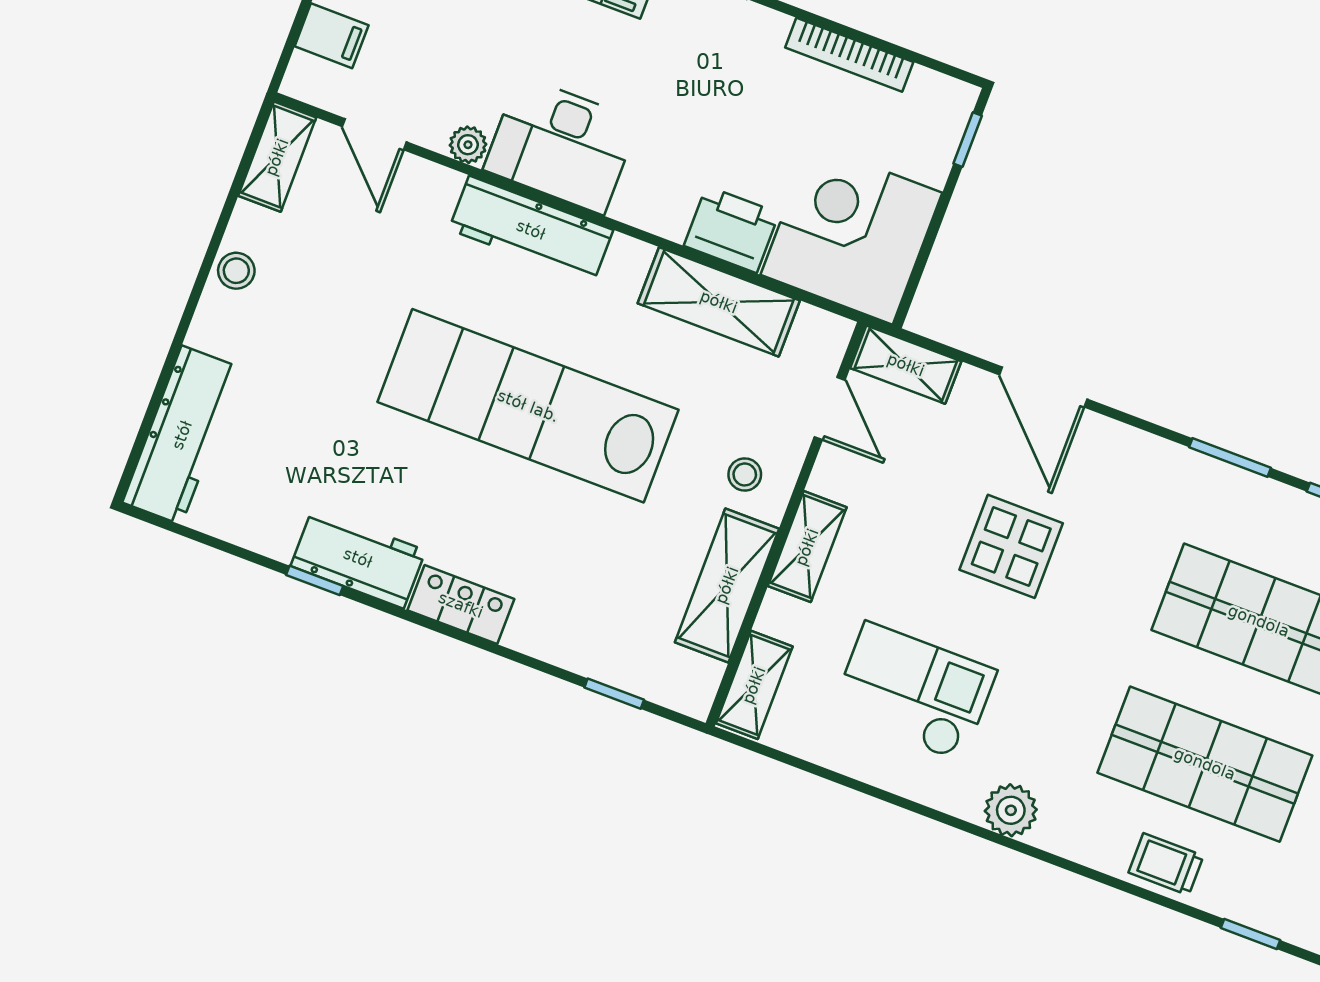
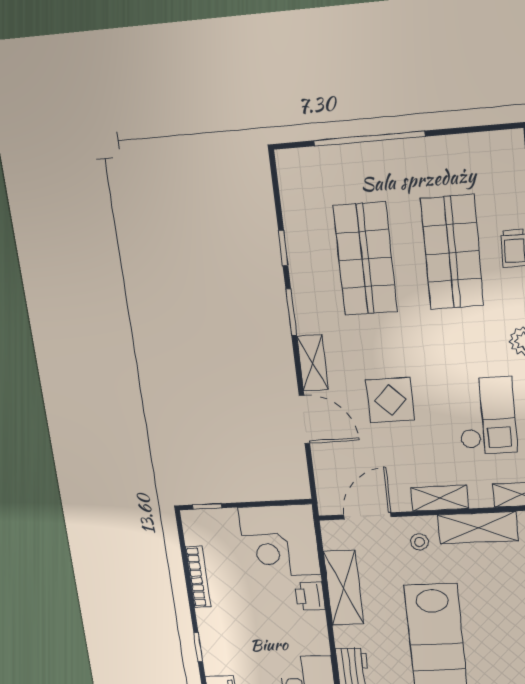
printer: (732, 229) -> (310, 596), width x0.73, depth x0.81
shelving: (906, 365) -> (313, 363), moved
door: (1043, 387) -> (304, 419), hinge flipped
door: (830, 408) -> (367, 516), width x1.38
checkout: (914, 692) -> (487, 416), turned 180

